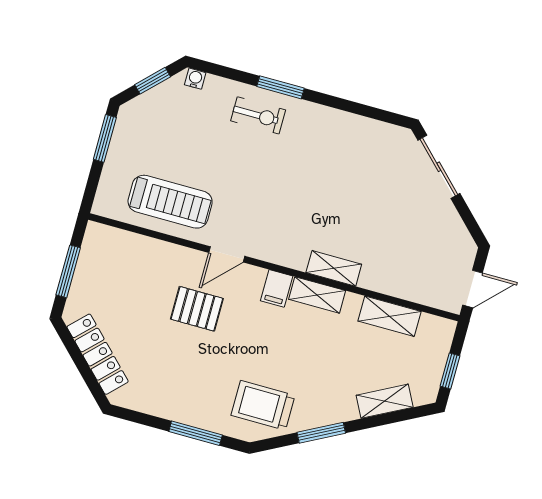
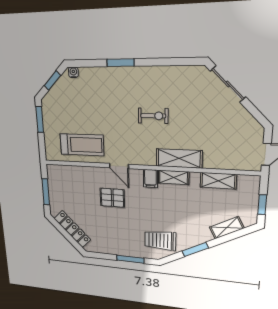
exercise bike: (258, 115) -> (153, 116), moved
door: (227, 254) -> (119, 166), hinge flipped
shelving: (334, 268) -> (179, 158), width x1.50, depth x1.33

